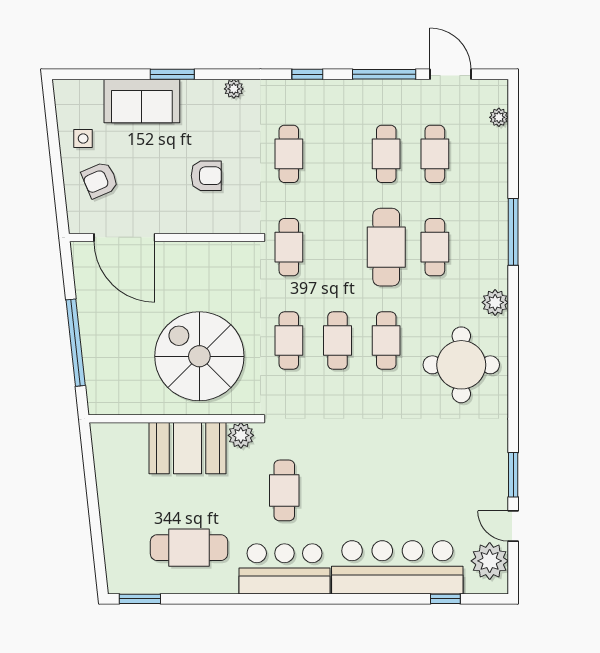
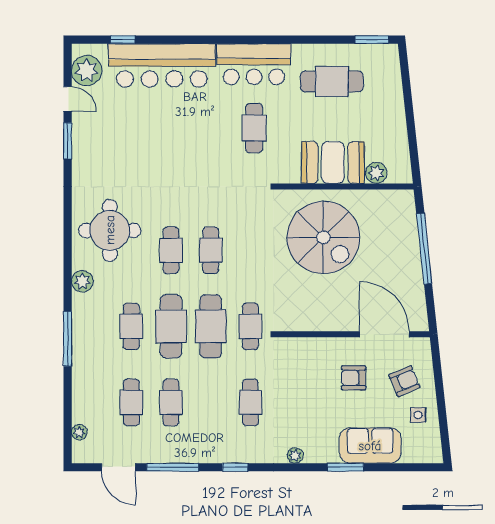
armchair: (206, 176) -> (354, 378), moved
cafe table: (289, 340) -> (211, 326), moved, width x1.37, depth x1.35
plant: (241, 435) -> (376, 173), moved

